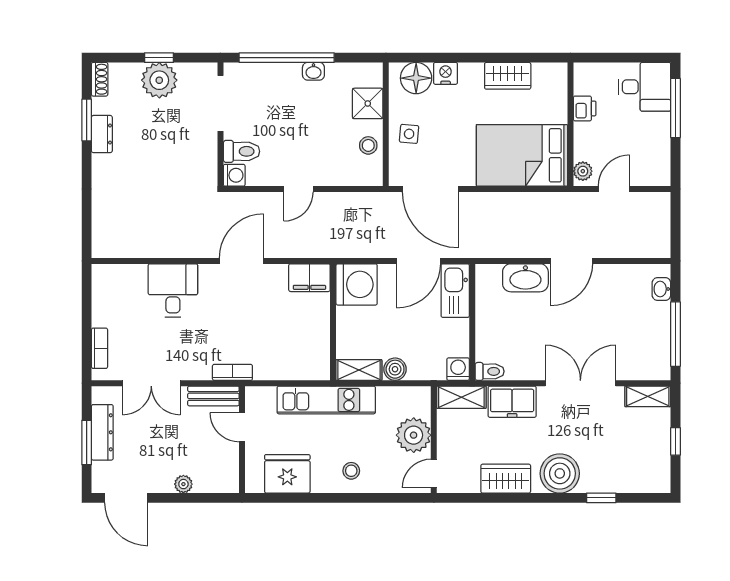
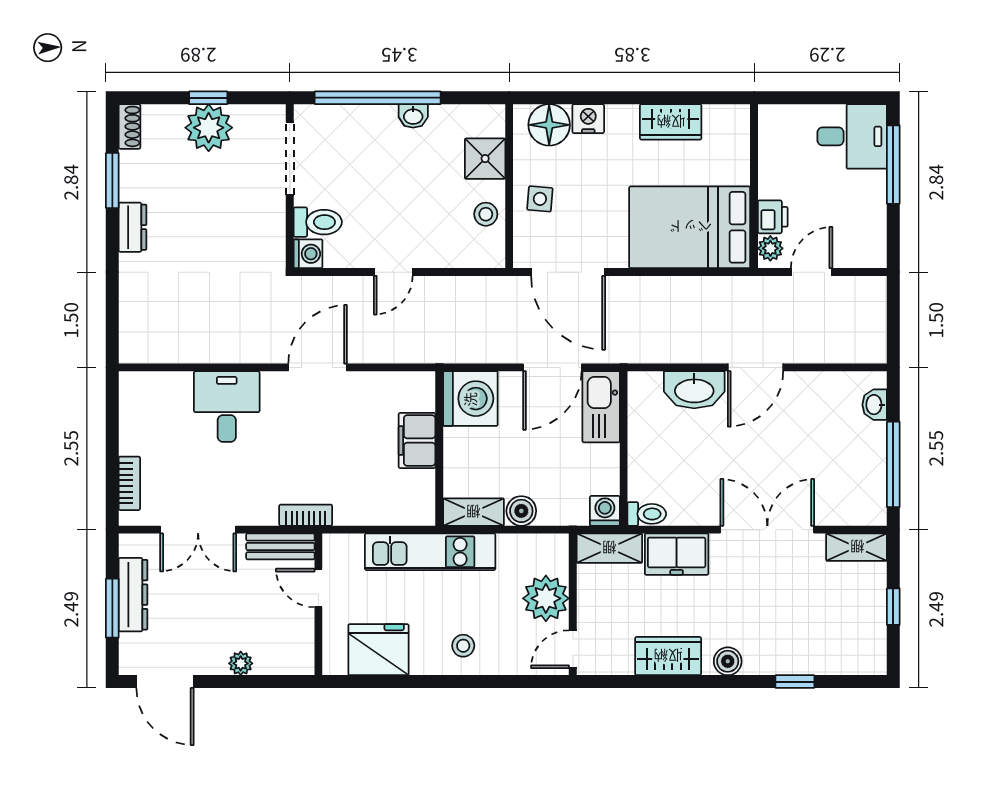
printer: (585, 108) -> (773, 217), moved
dresser: (102, 134) -> (132, 227), moved
filing cabinet: (309, 278) -> (417, 440), moved, turned 90
boiler: (560, 473) -> (728, 661), width x0.54, depth x0.54

